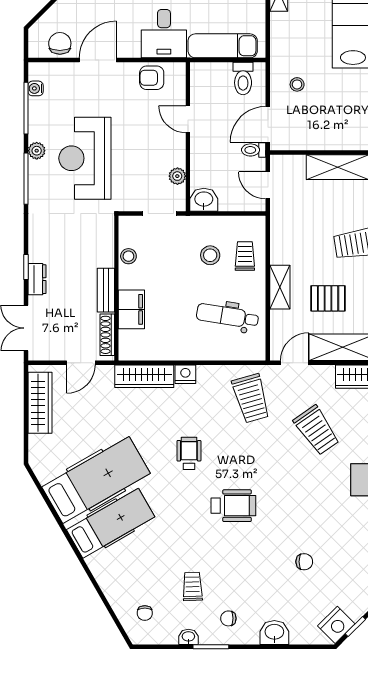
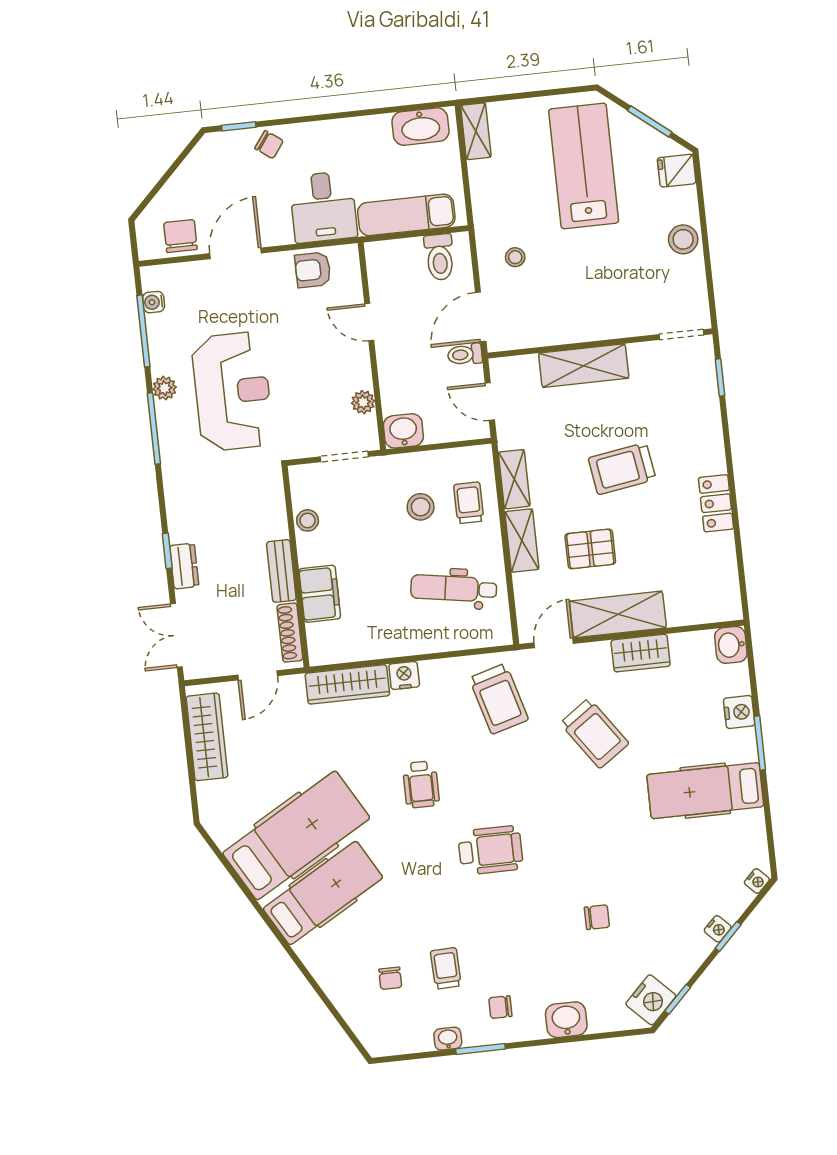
reception desk: (85, 158) -> (232, 391), turned 180
shelving: (279, 243) -> (514, 479), added
wheelchair: (189, 453) -> (421, 784), turned 180
chair: (145, 613) -> (390, 978), moved

